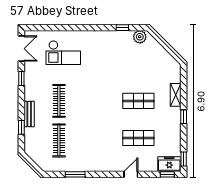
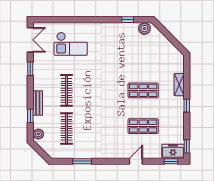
plant: (30, 146) -> (38, 134), added

